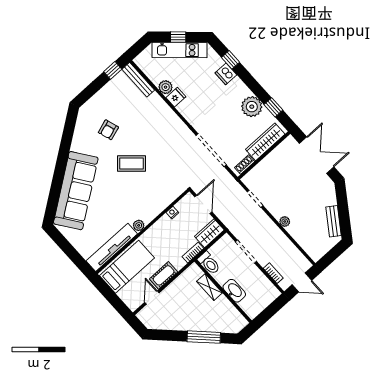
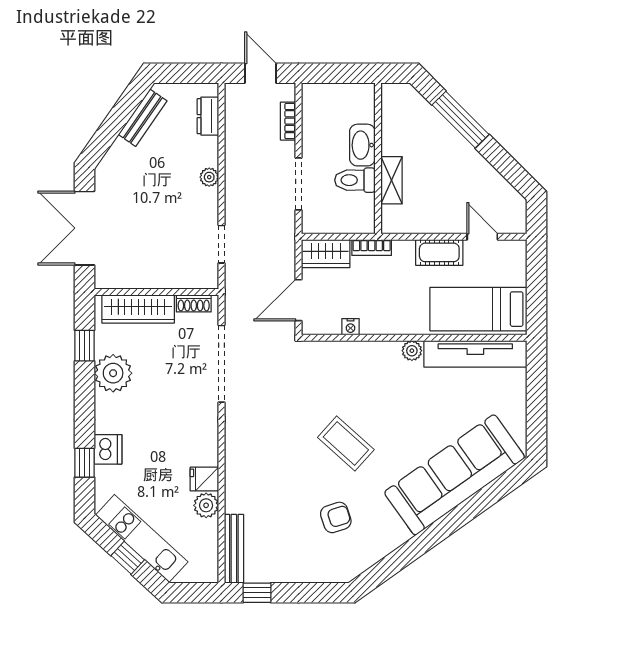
dresser: (308, 246) -> (208, 116), added
toilet: (209, 263) -> (355, 180), moved, turned -90
door: (152, 298) -> (482, 237), swing flipped

